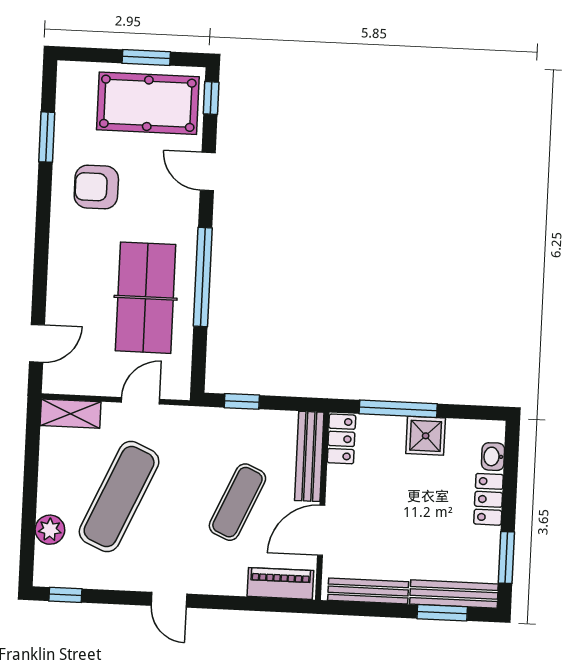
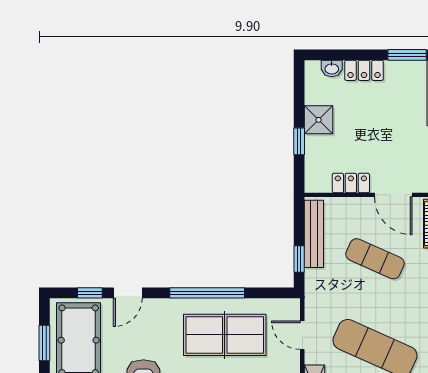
window: (211, 98) -> (90, 293), moved
window: (398, 409) -> (299, 141), width x0.46
locker: (341, 439) -> (351, 183), moved
bench: (309, 456) -> (314, 234), moved, turned 90

